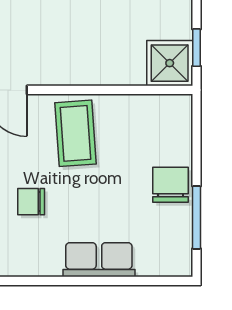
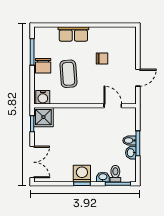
water cooler: (171, 110) -> (43, 97), added
coffee table: (76, 133) -> (68, 74), moved

